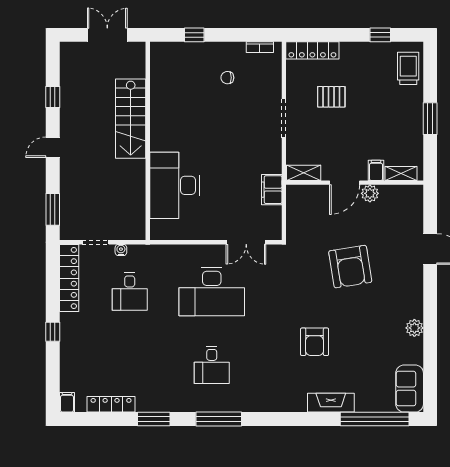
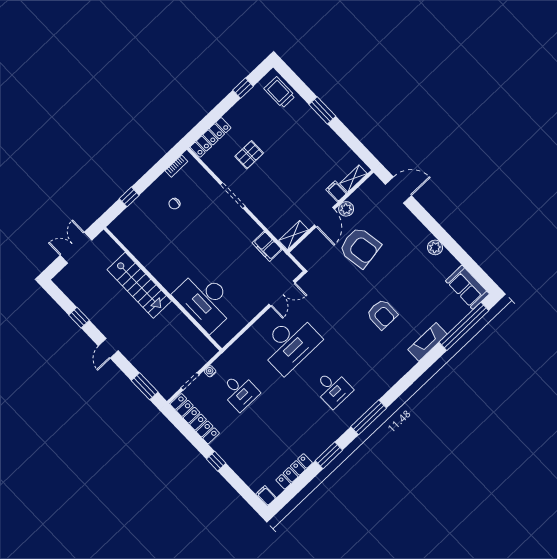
filing cabinet: (376, 170) -> (336, 191), moved
shelving: (304, 173) -> (294, 235), moved
shelving: (401, 173) -> (353, 179), moved
door: (345, 183) -> (324, 217), moved
wall: (355, 183) -> (330, 211), moved
plant: (370, 193) -> (346, 209), moved

